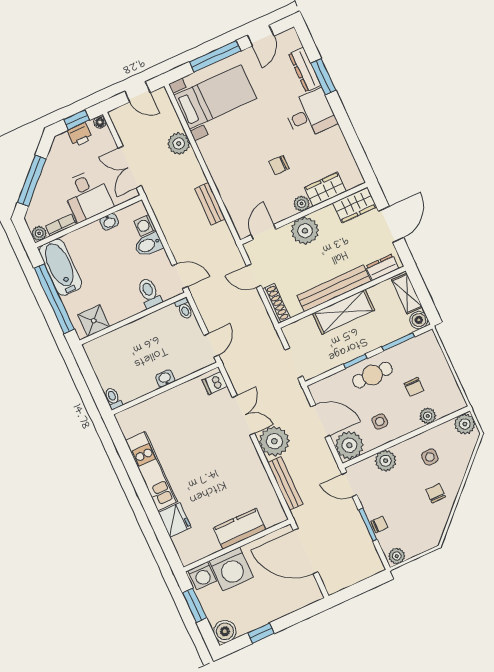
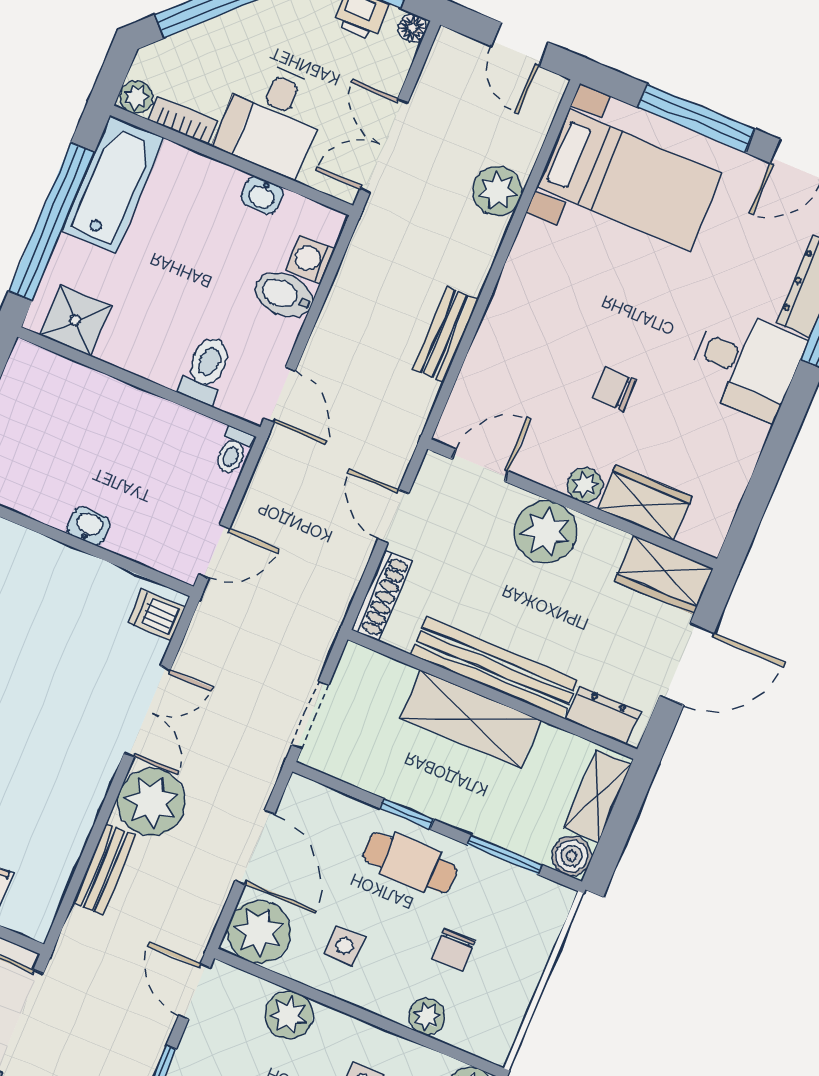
bench: (285, 483) -> (105, 869), width x0.73

